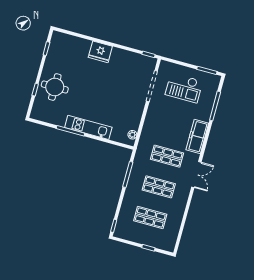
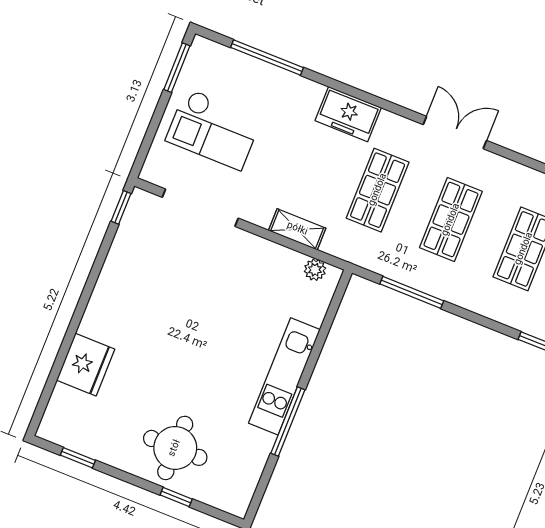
fridge: (100, 52) -> (86, 365), moved
checkout: (184, 88) -> (214, 129), turned 90
shelving: (148, 126) -> (297, 229), added
freezer: (197, 137) -> (348, 114), width x0.71
double door: (196, 175) -> (455, 133), moved

